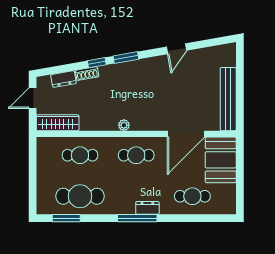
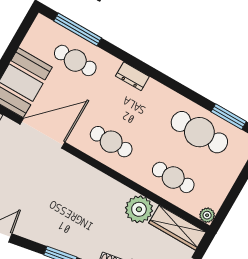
plant: (124, 125) -> (139, 209), moved, width x1.87, depth x1.87
plant: (42, 143) -> (207, 215), added
window: (137, 218) -> (78, 30), moved

